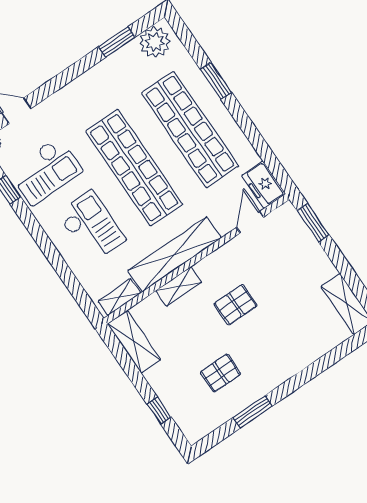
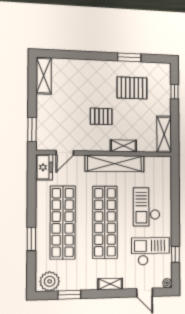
shelving: (119, 297) -> (110, 284), moved
pallet: (221, 373) -> (132, 88), width x1.50, depth x1.42

